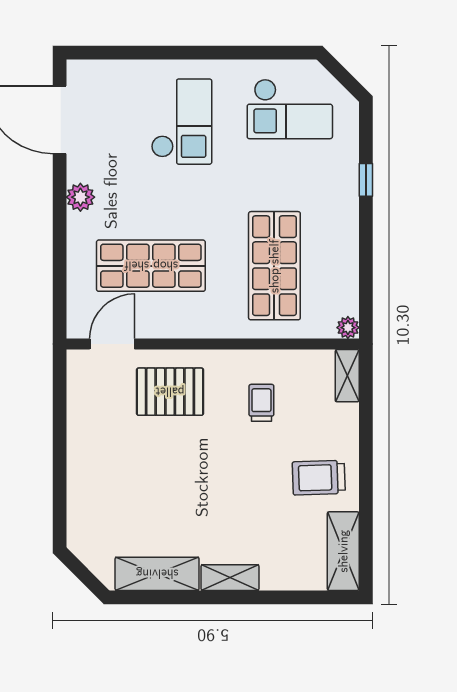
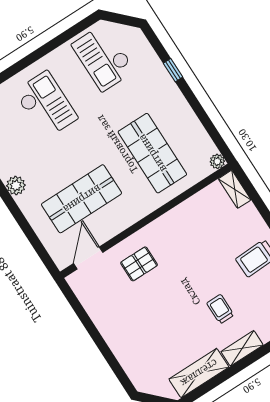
checkout: (290, 109) -> (103, 58), turned 90
pallet: (170, 392) -> (139, 264), width x0.67, depth x0.71
trolley: (261, 403) -> (220, 309), moved

